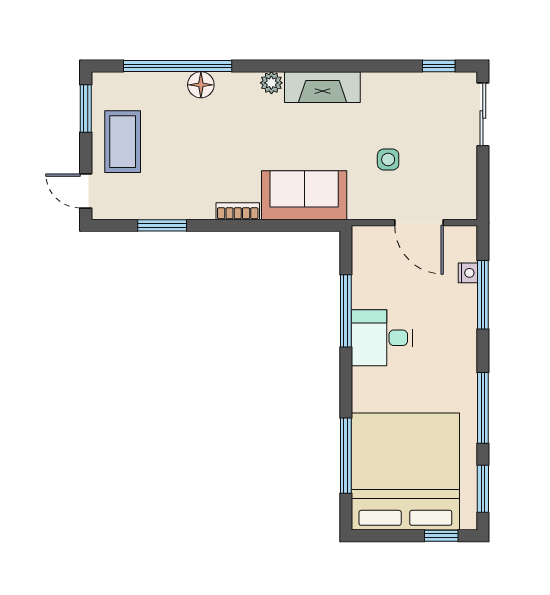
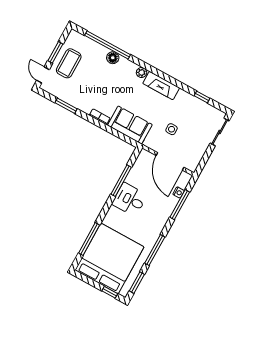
window: (439, 66) -> (202, 97), moved
window: (86, 108) -> (55, 52), moved
door: (419, 223) -> (170, 161), width x1.36

